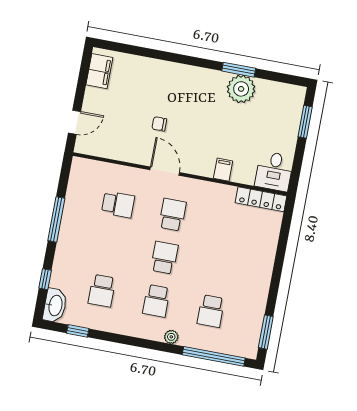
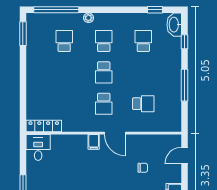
chair: (159, 124) -> (143, 168), moved
filing cabinet: (223, 170) -> (94, 142), moved
school desk: (118, 204) -> (143, 104), turned 180

